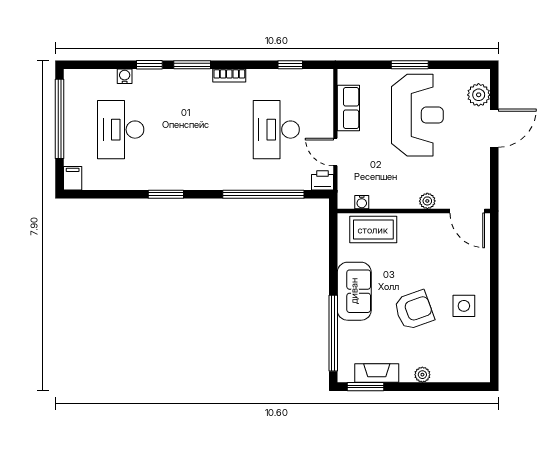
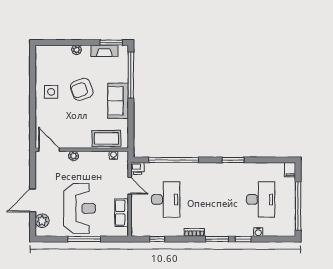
window: (410, 65) -> (84, 239), width x1.44
reception desk: (417, 115) -> (80, 208), turned 180

